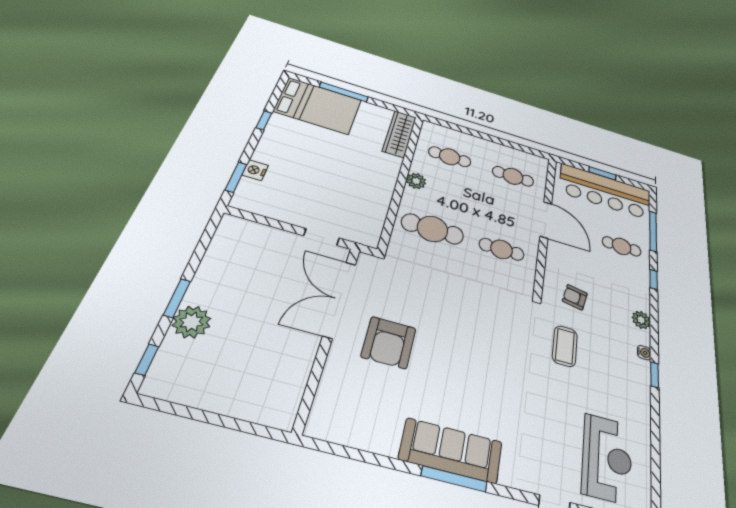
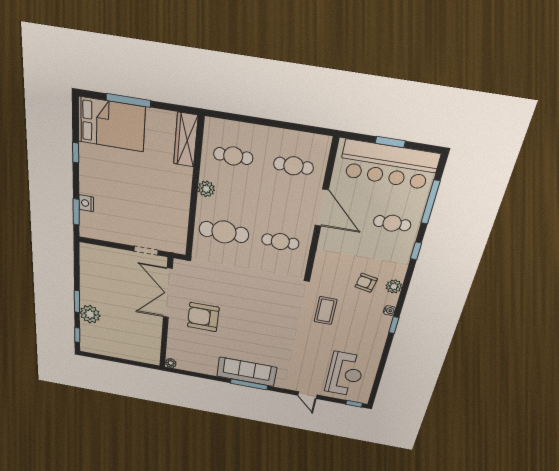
armchair: (575, 297) -> (366, 283), moved
armchair: (389, 342) -> (203, 317), turned 90
plant: (315, 428) -> (171, 363), added

